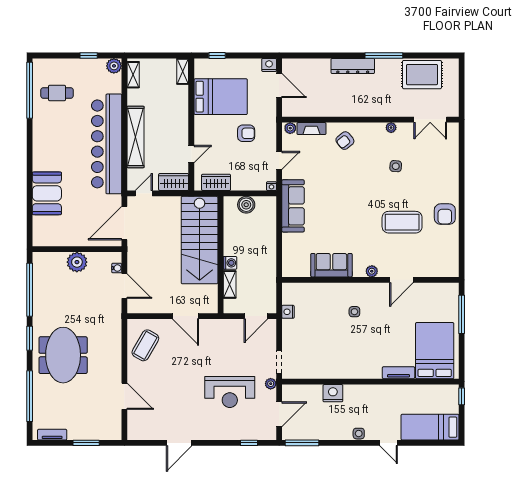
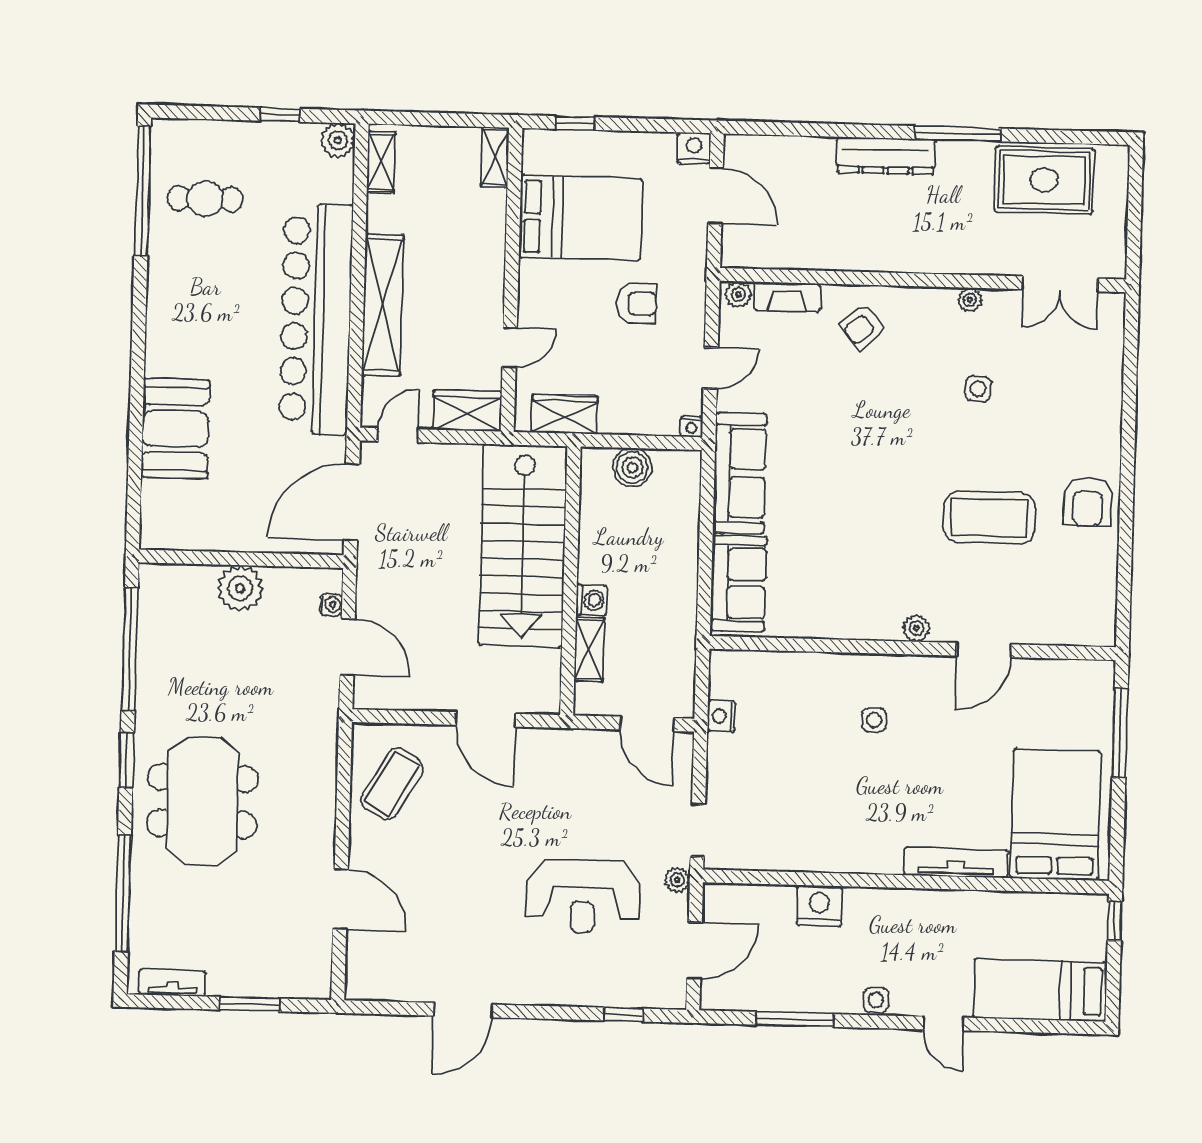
sofa: (331, 265) -> (738, 583), moved, turned 90
door: (256, 316) -> (647, 724), hinge flipped
tv unit: (398, 373) -> (956, 863), width x1.41
window: (302, 443) -> (795, 1019), moved

